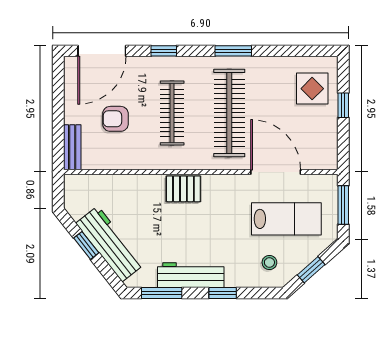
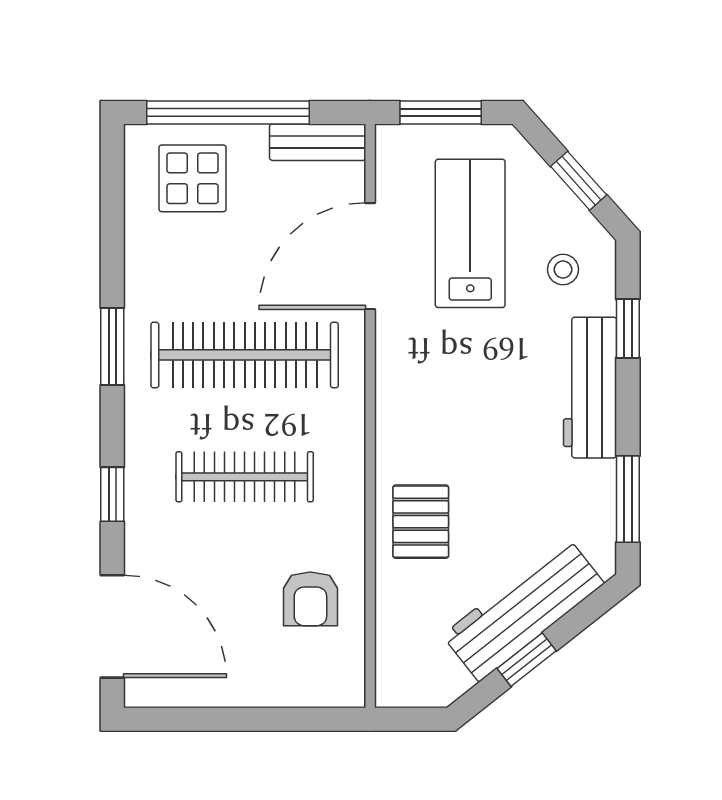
window: (343, 105) -> (228, 112), width x3.17
armchair: (115, 119) -> (310, 599), moved
bench: (72, 147) -> (318, 142), moved
pallet: (183, 189) -> (421, 522), moved
workbench: (191, 275) -> (590, 388), moved
window: (223, 293) -> (628, 329), moved

